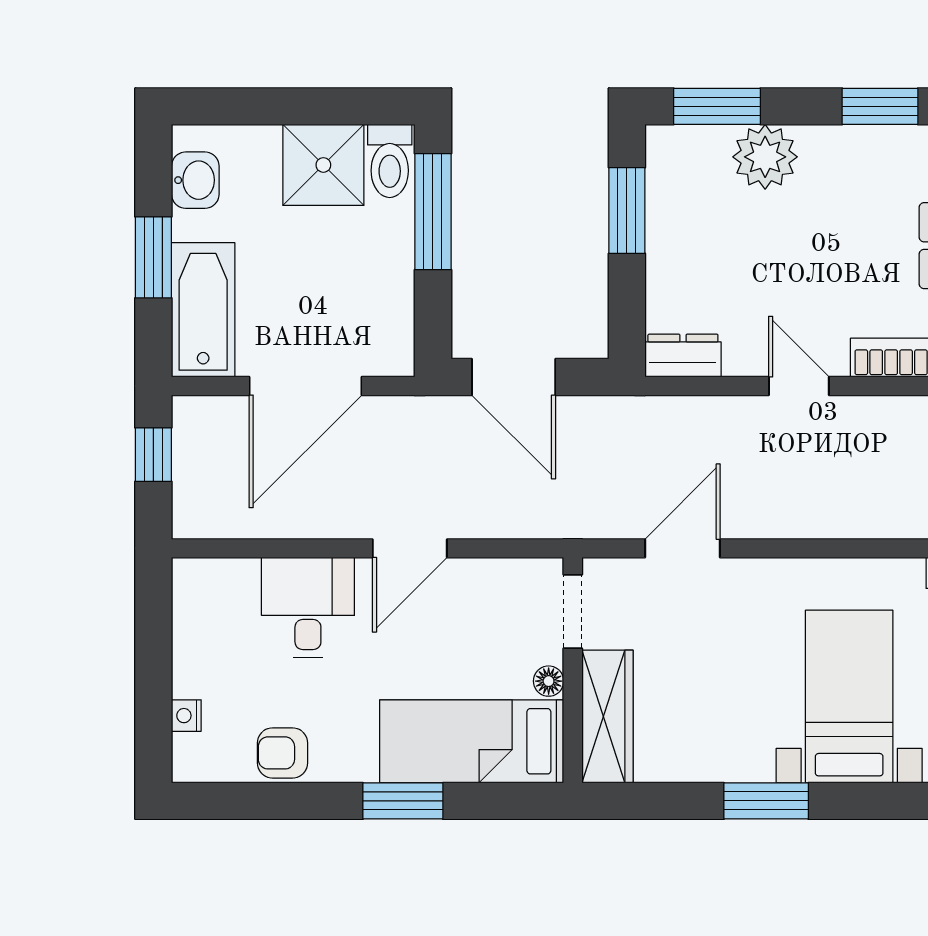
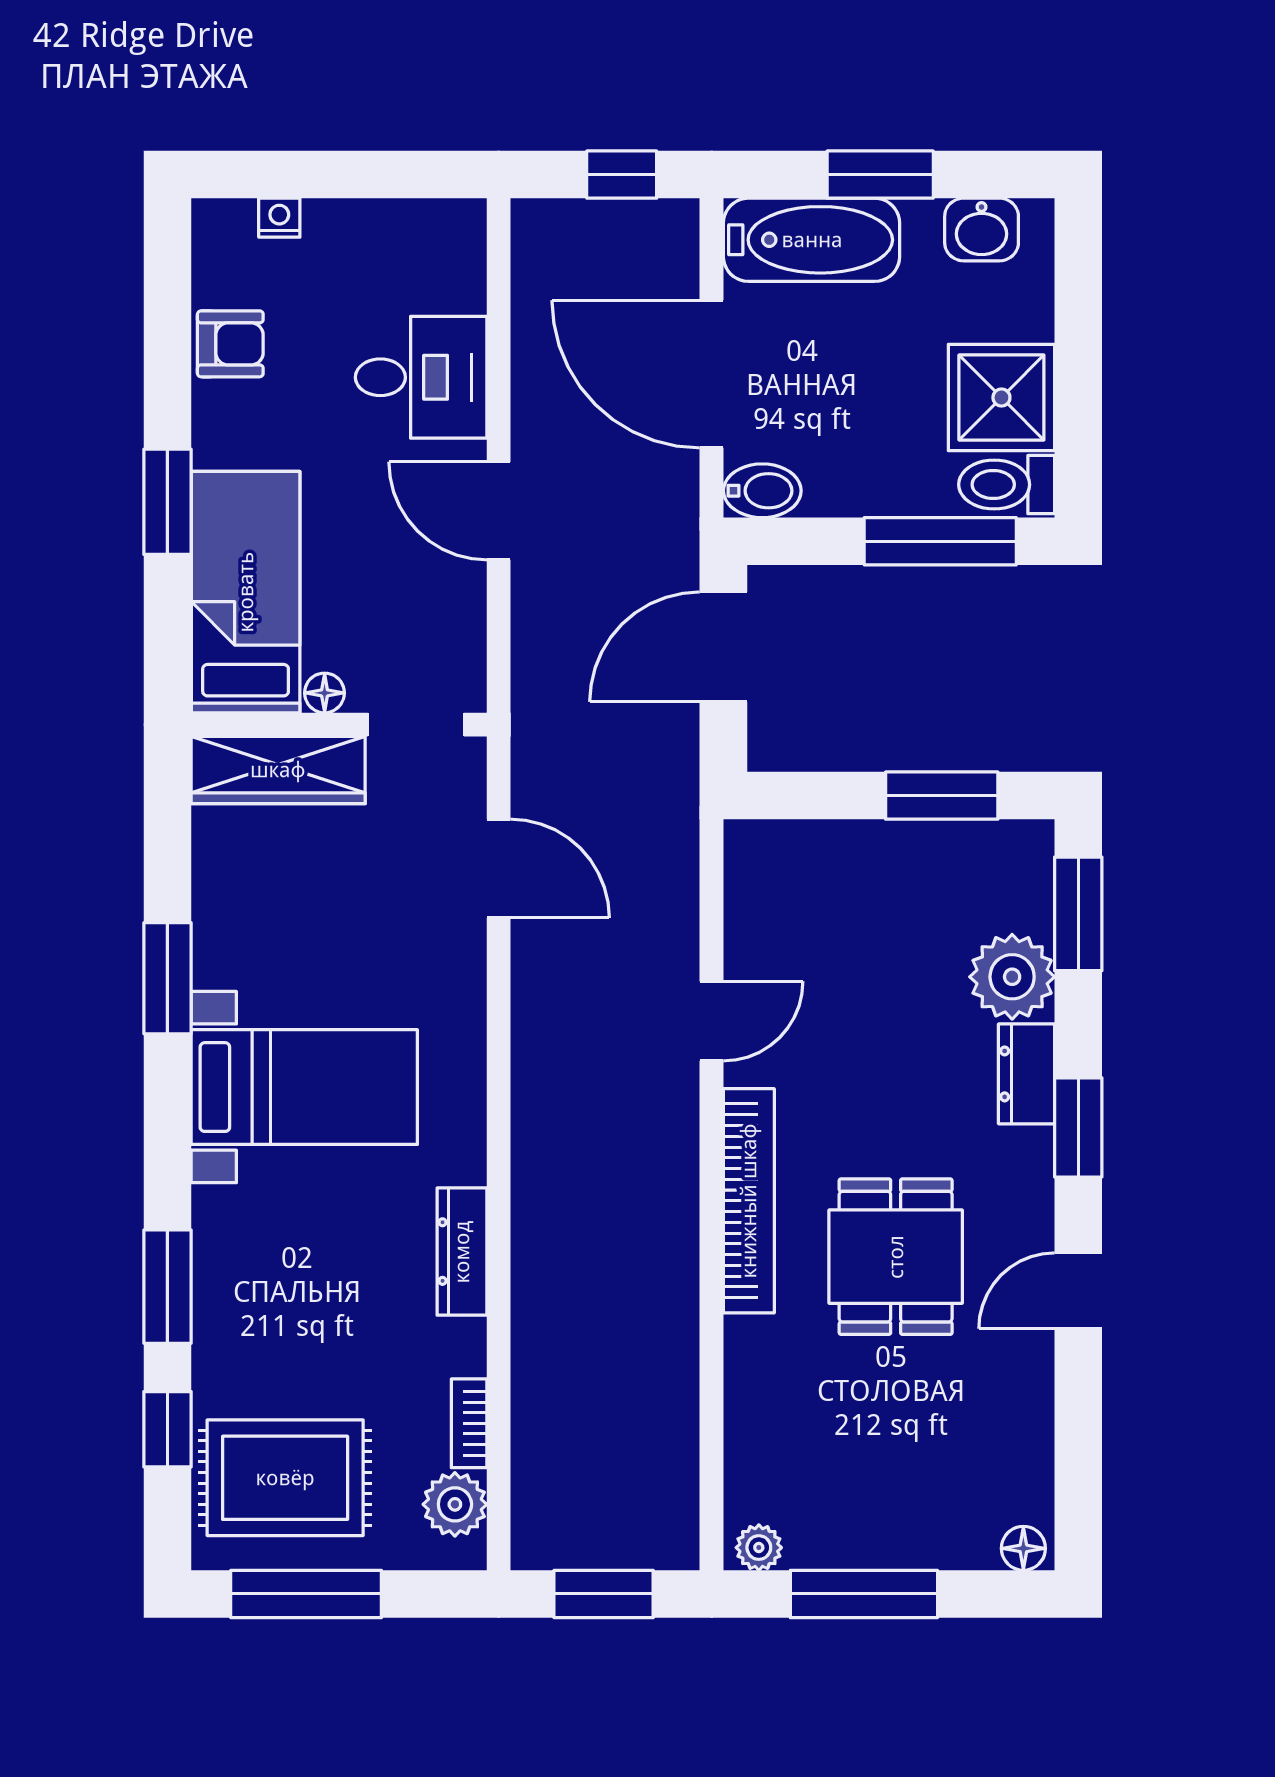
bidet: (394, 347) -> (762, 491), added
dresser: (683, 356) -> (1027, 1074), moved, turned 180
armchair: (282, 753) -> (230, 344), turned 90

